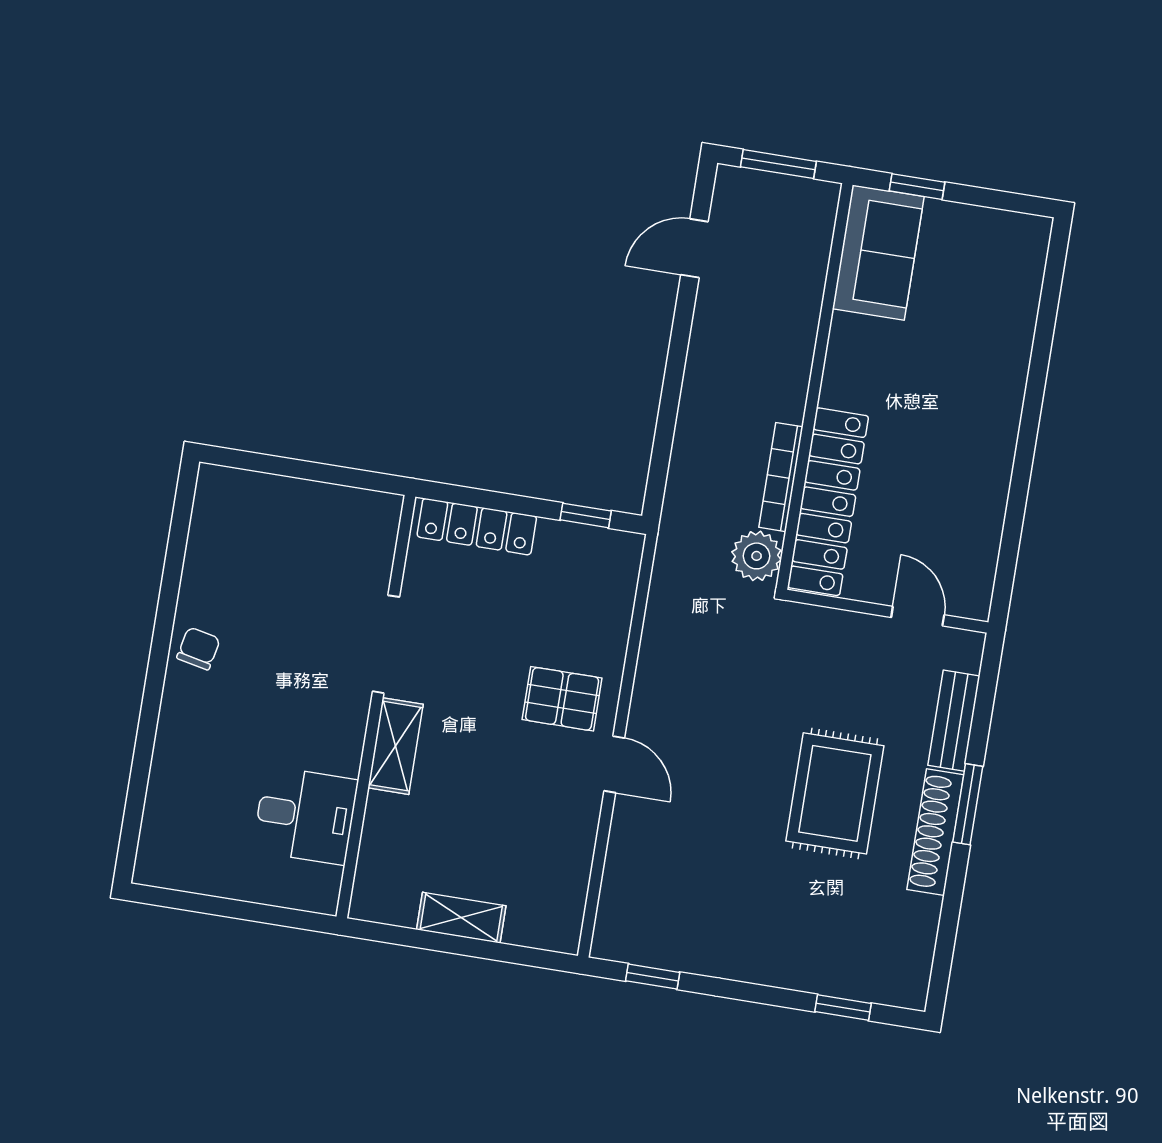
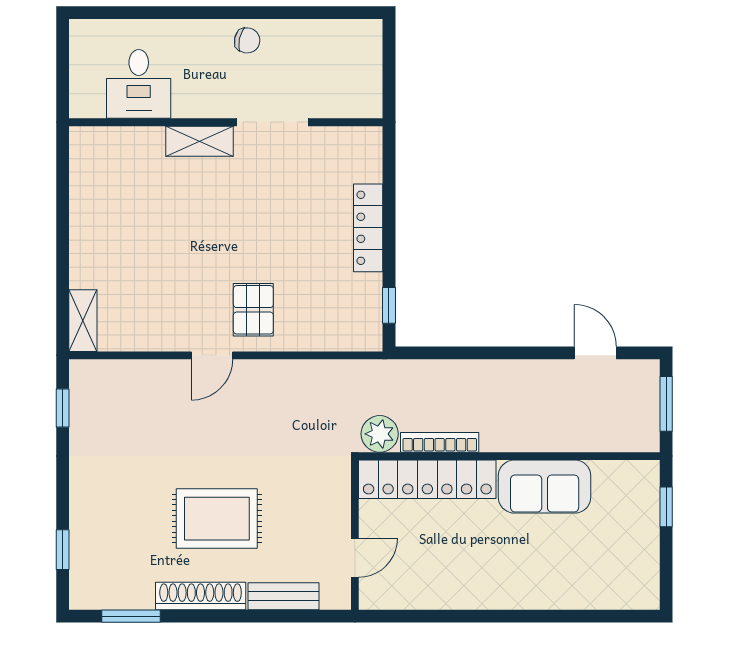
sofa: (878, 253) -> (545, 487), moved
doorway: (386, 644) -> (272, 122), moved
wall: (376, 707) -> (226, 122), moved
shelving: (396, 746) -> (200, 141), moved
window: (968, 804) -> (131, 616), moved
desk: (305, 815) -> (139, 84), moved
shelving: (461, 918) -> (83, 321), moved

